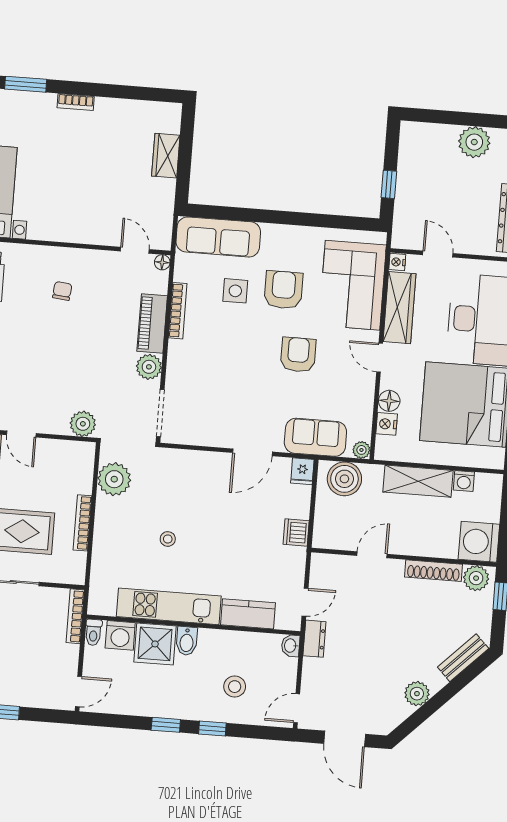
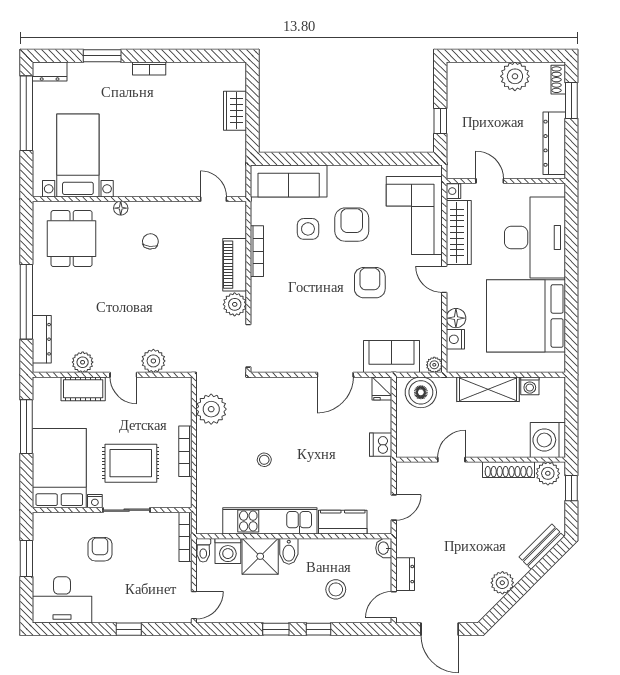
floor lamp: (162, 262) -> (121, 208), moved
plant: (83, 424) -> (153, 361), moved
dresser: (314, 639) -> (405, 574), moved

